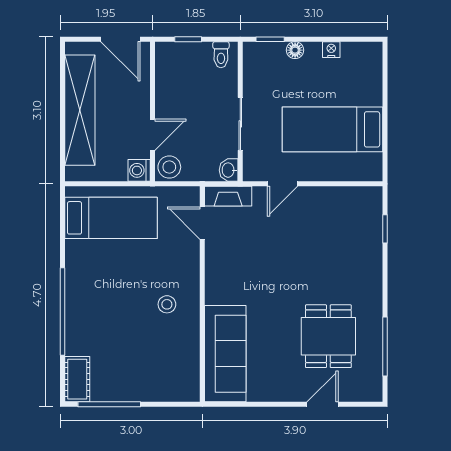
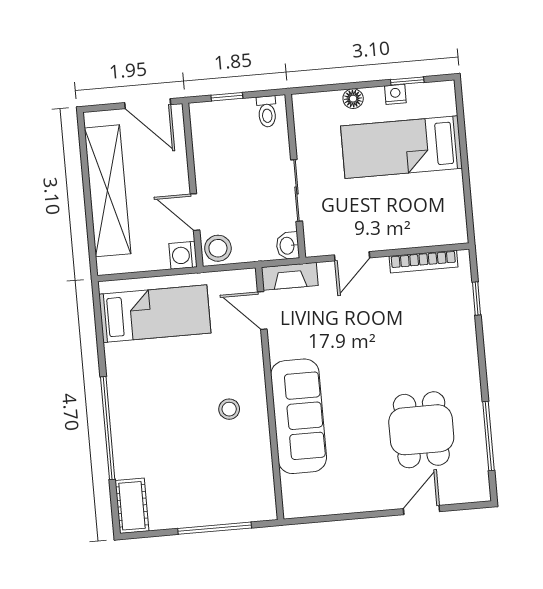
window: (270, 39) -> (407, 81), moved
bed: (332, 129) -> (401, 147), moved
door: (153, 135) -> (195, 212), swing flipped
bookcase: (343, 194) -> (423, 261), added
sofa: (225, 354) -> (299, 416), moved
window: (109, 404) -> (215, 528), moved

